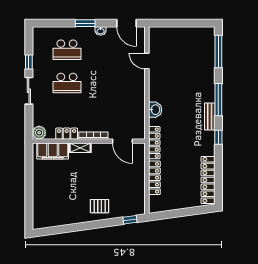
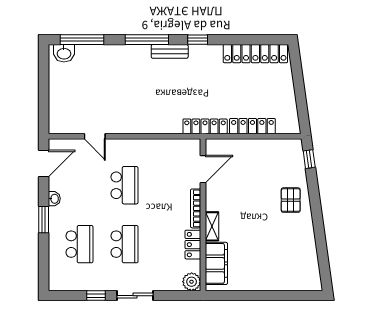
door: (147, 61) -> (95, 136), hinge flipped
school desk: (111, 83) -> (124, 185), added
washbasin: (155, 110) -> (64, 53), moved, turned 180

